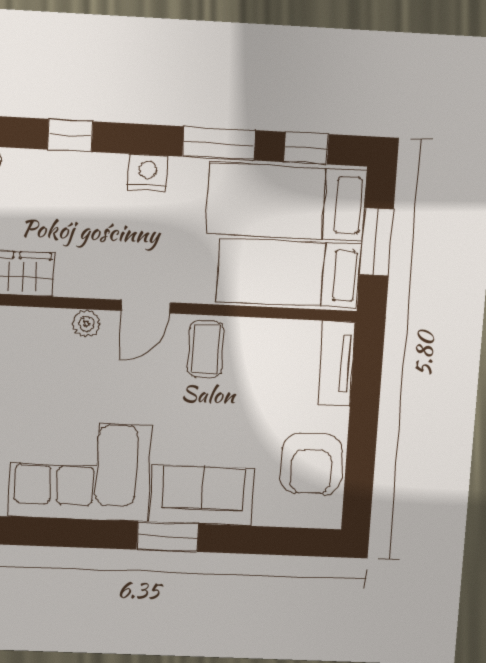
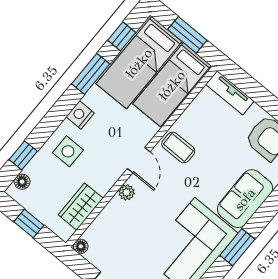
window: (70, 135) -> (23, 155), moved
side table: (82, 195) -> (68, 151), added
window: (168, 537) -> (237, 247), moved

